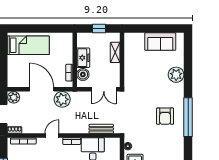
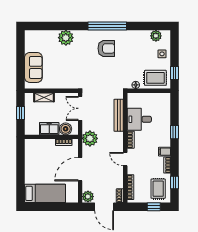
sofa: (160, 42) -> (33, 67), moved
bed: (28, 45) -> (45, 193), moved, turned 90
double door: (104, 89) -> (80, 108), swing flipped
plant: (62, 99) -> (90, 138), moved
bench: (101, 129) -> (119, 115), width x1.36

